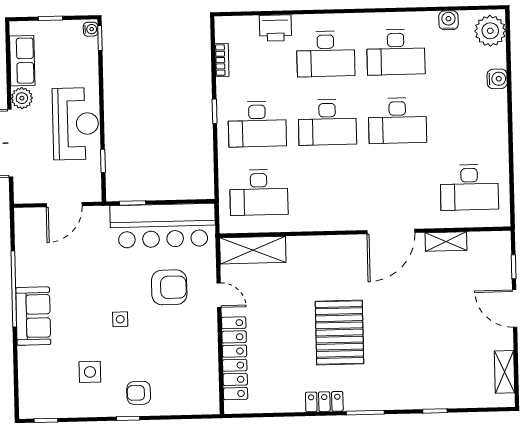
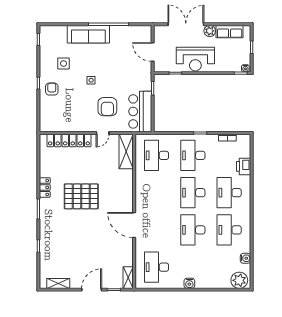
water cooler: (497, 79) -> (189, 283), moved
bar counter: (163, 226) -> (140, 111), width x0.73
shelving: (446, 242) -> (128, 278), moved
sofa: (33, 316) -> (88, 34), width x1.36

